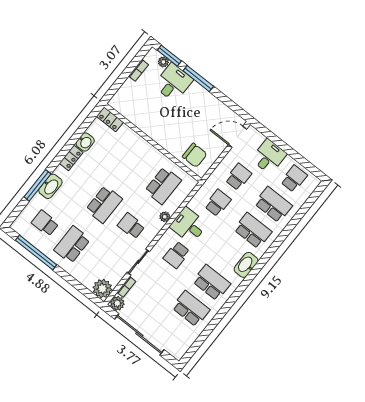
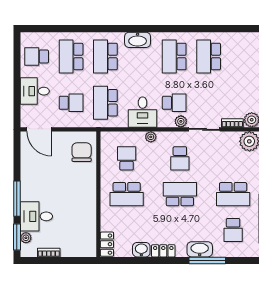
school desk: (136, 164) -> (127, 194), added
school desk: (238, 177) -> (71, 103), turned 180
school desk: (163, 186) -> (127, 158), width x0.54
school desk: (218, 203) -> (105, 103), width x1.85
plant: (158, 249) -> (181, 121), added

